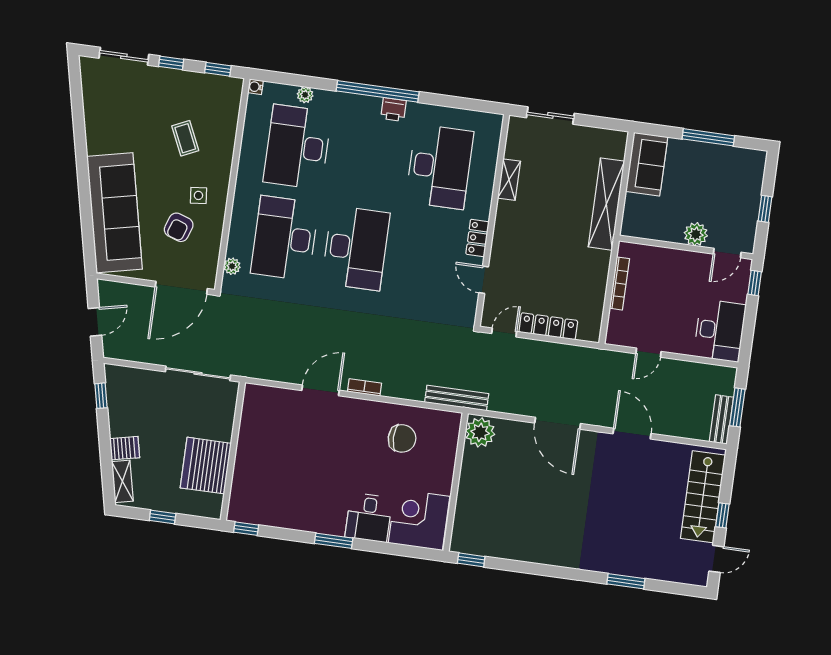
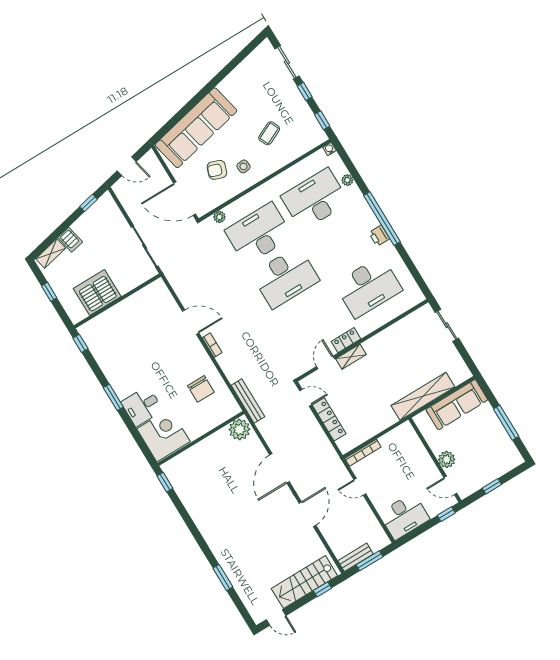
sofa: (647, 164) -> (457, 405), width x1.36
shelving: (509, 180) -> (351, 357), moved
bookcase: (619, 283) -> (363, 453), moved
window: (722, 515) -> (322, 589), moved

